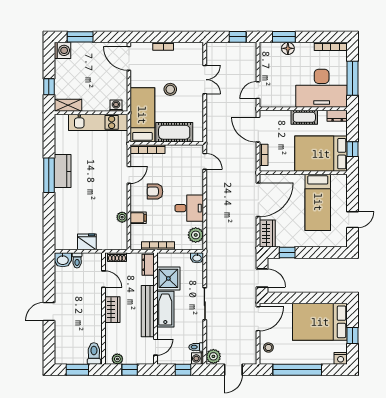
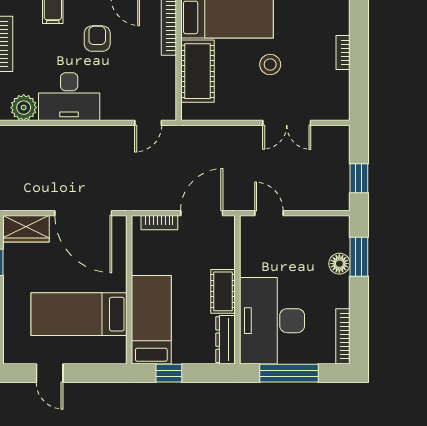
dresser: (337, 116) -> (225, 340), width x1.44
bed: (321, 154) -> (151, 320), width x0.67
desk: (189, 208) -> (69, 97), width x1.37

